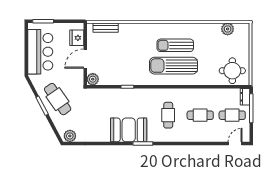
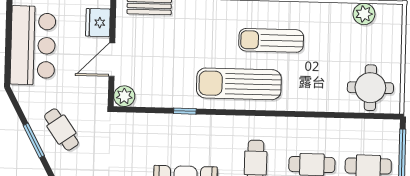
sun lounger: (173, 66) -> (239, 84), moved
dresser: (245, 97) -> (391, 134), removed
cafe table: (58, 99) -> (61, 130), width x0.73, depth x0.74

